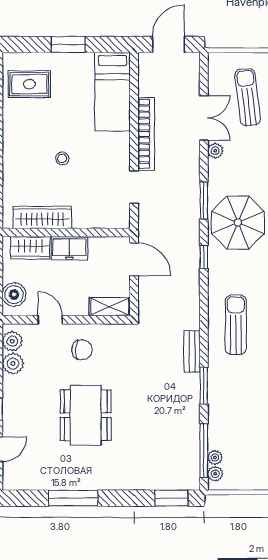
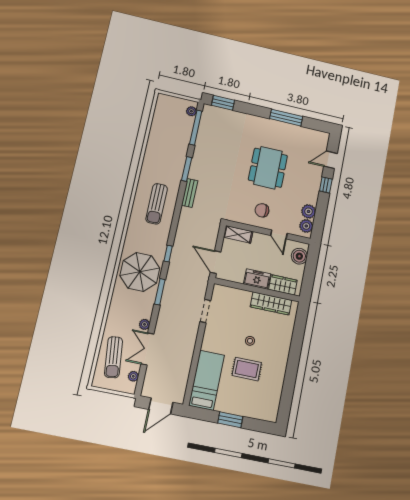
rug: (29, 84) -> (247, 369), moved
bookcase: (146, 134) -> (190, 346), removed
plant: (215, 457) -> (133, 376), moved

